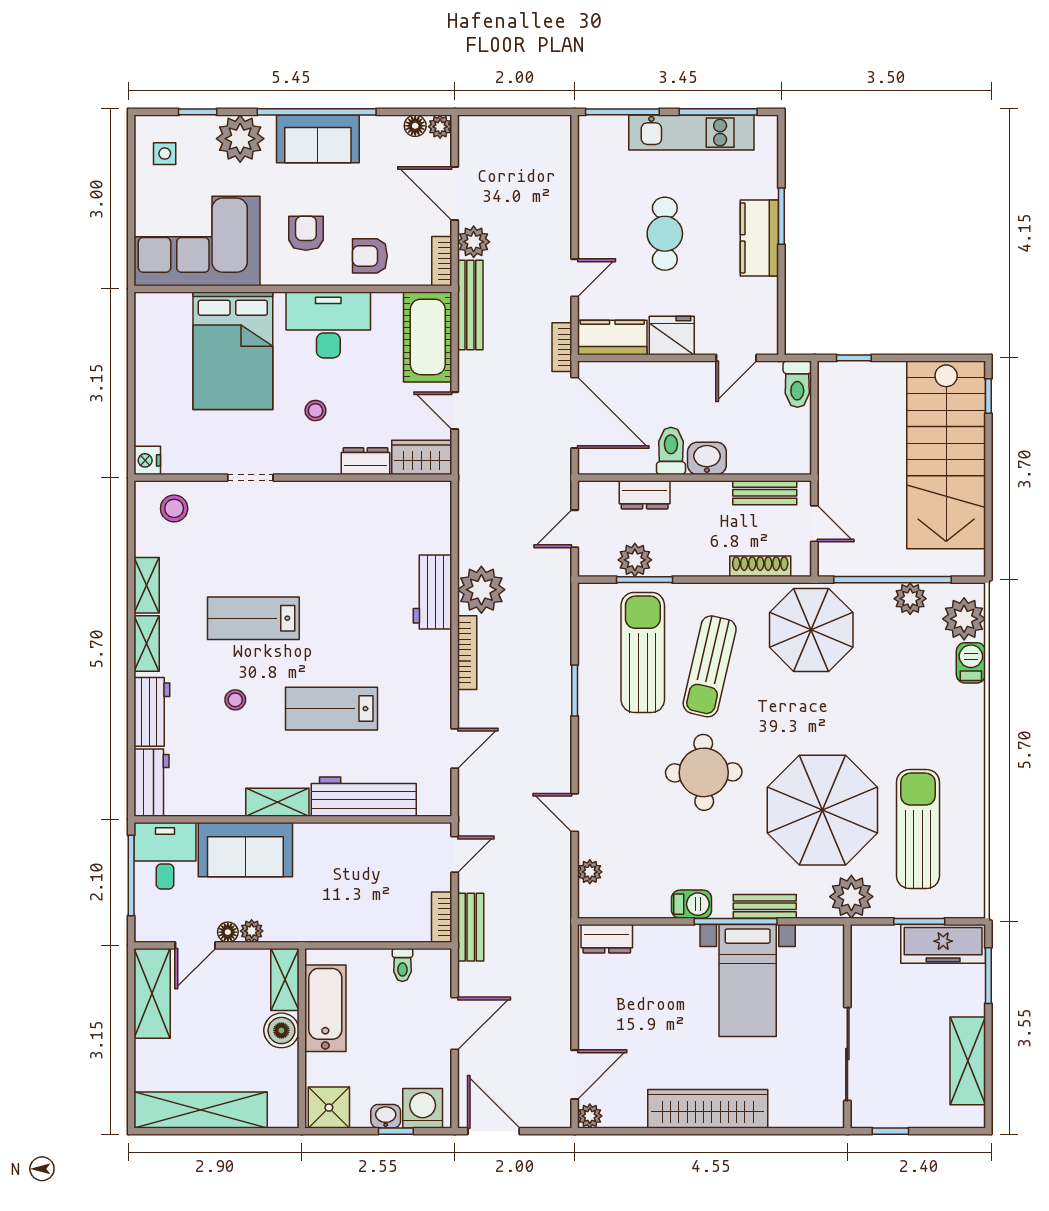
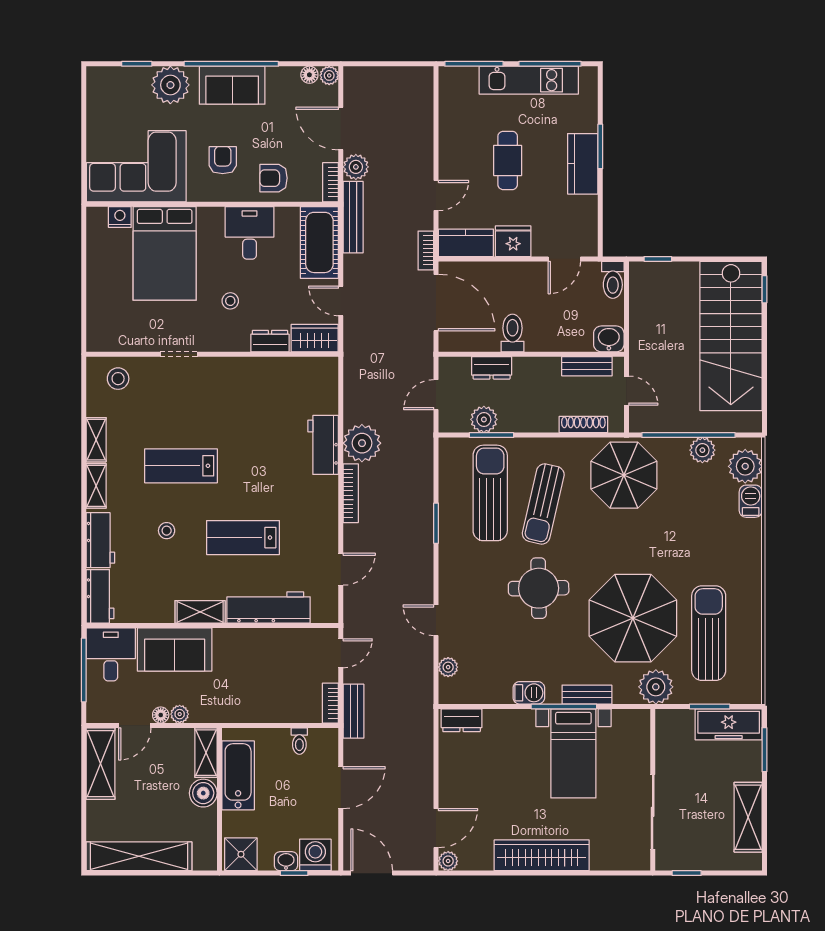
side table: (165, 154) -> (111, 97), removed
desk: (328, 325) -> (250, 233), width x0.73
washbasin: (707, 458) -> (609, 339), moved
nightstand: (147, 460) -> (120, 217), moved, turned 90

